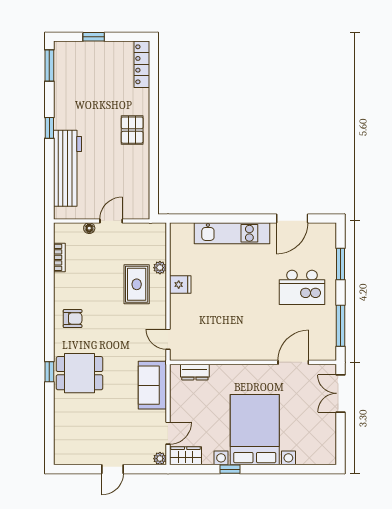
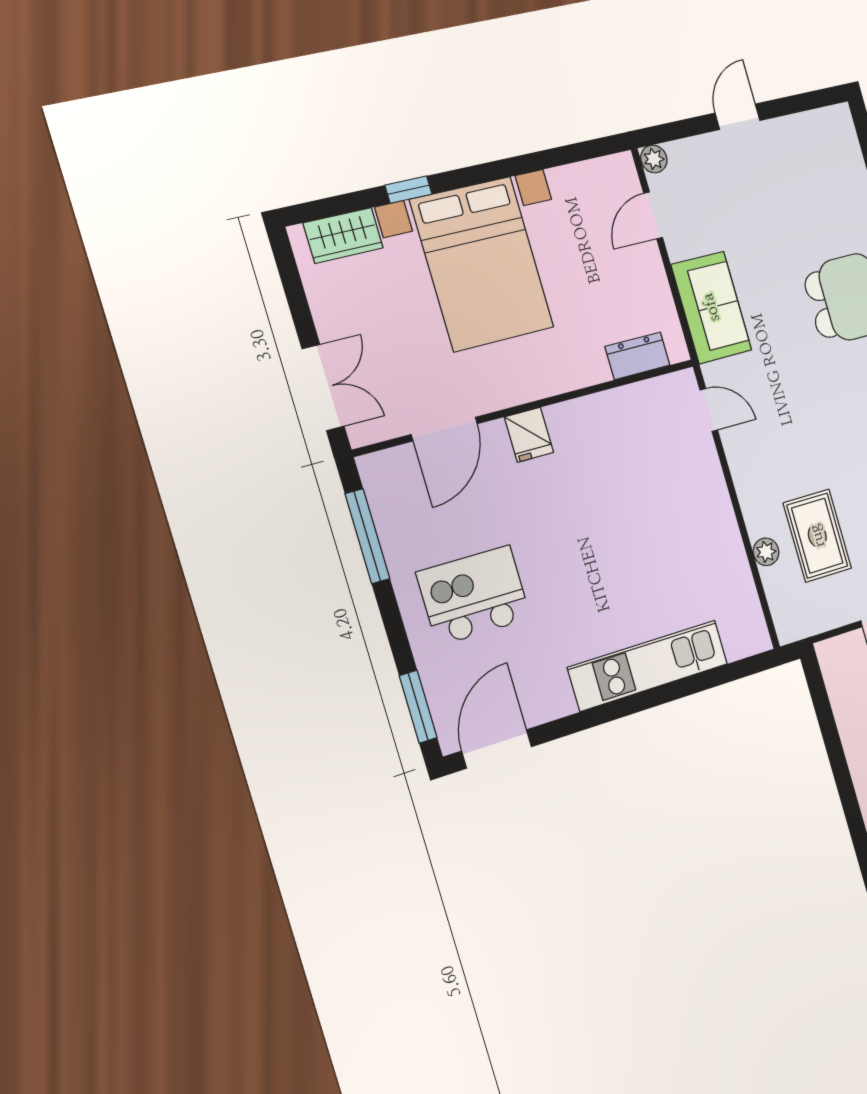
door: (292, 218) -> (497, 749), moved
window: (340, 264) -> (418, 707), moved
rug: (137, 284) -> (817, 536), moved
fridge: (180, 285) -> (529, 435), moved, turned -90
wardrobe: (186, 456) -> (343, 235), moved
window: (230, 469) -> (408, 190), moved

